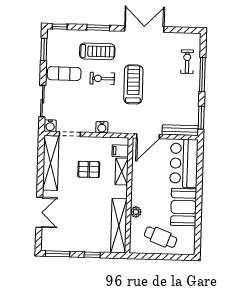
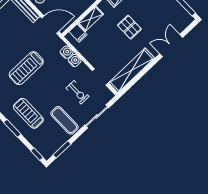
exercise bike: (102, 78) -> (78, 92), moved
water cooler: (50, 126) -> (67, 52), moved
pallet: (89, 169) -> (129, 27), moved

